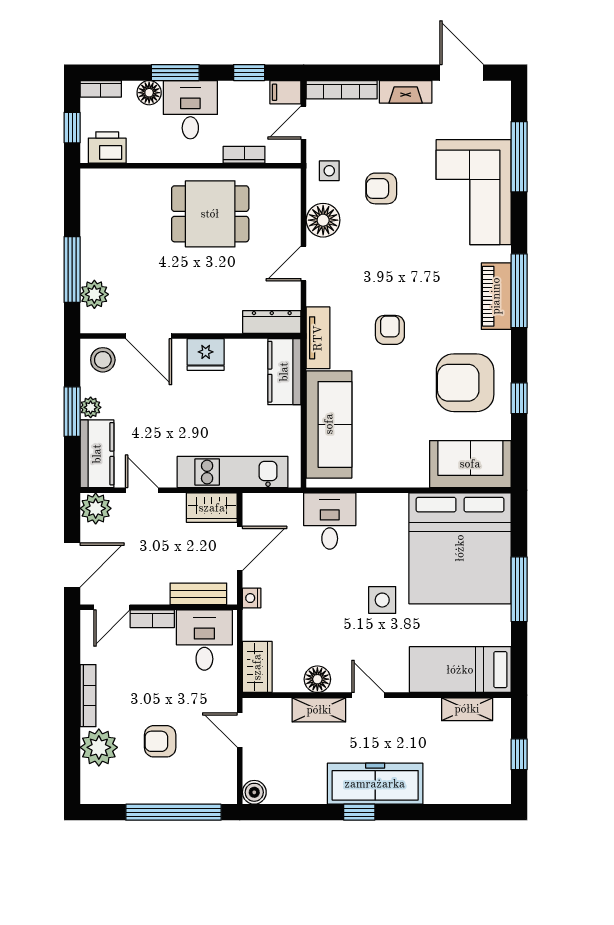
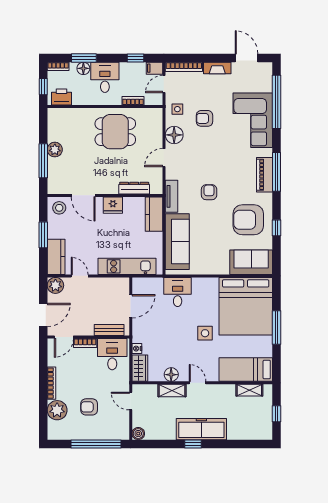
window: (175, 73) -> (84, 58), moved
window: (519, 157) -> (276, 102), width x1.46
plant: (94, 294) -> (55, 150), moved
dresser: (272, 322) -> (134, 188), moved
plant: (91, 407) -> (53, 233), removed
wardrobe: (212, 508) -> (116, 285), removed
nightstand: (252, 598) -> (137, 349), moved

